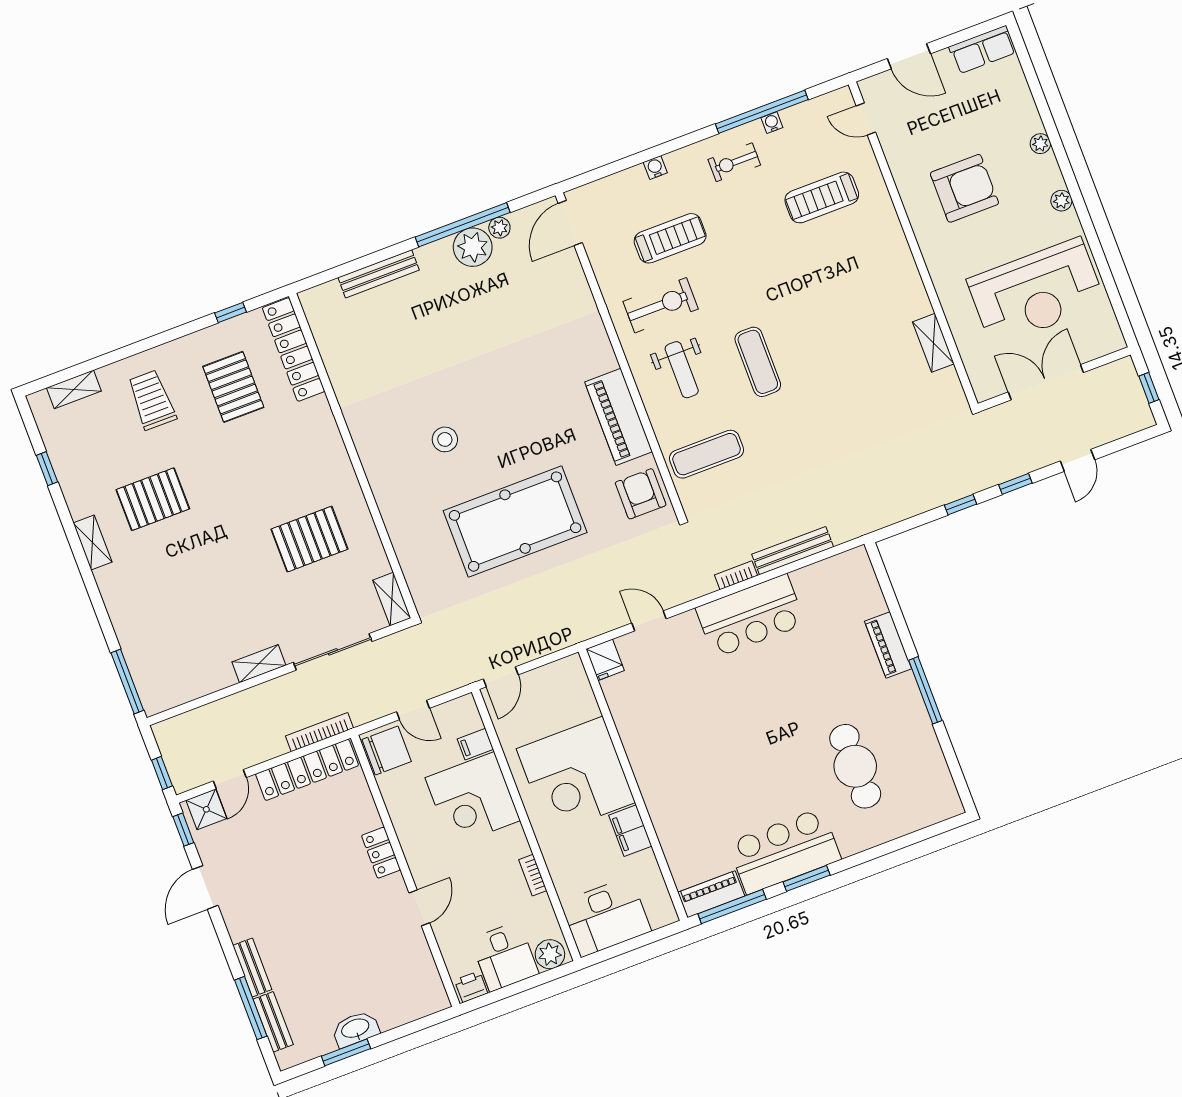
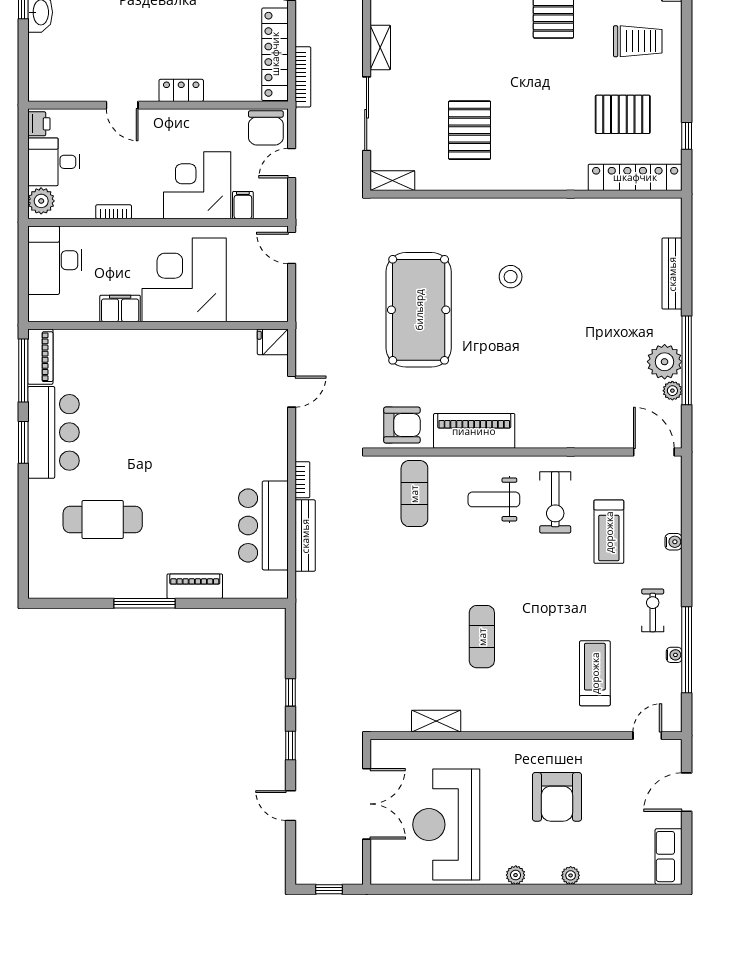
exercise mat: (758, 362) -> (482, 637), moved, turned 90
bar counter: (751, 616) -> (263, 525), moved

